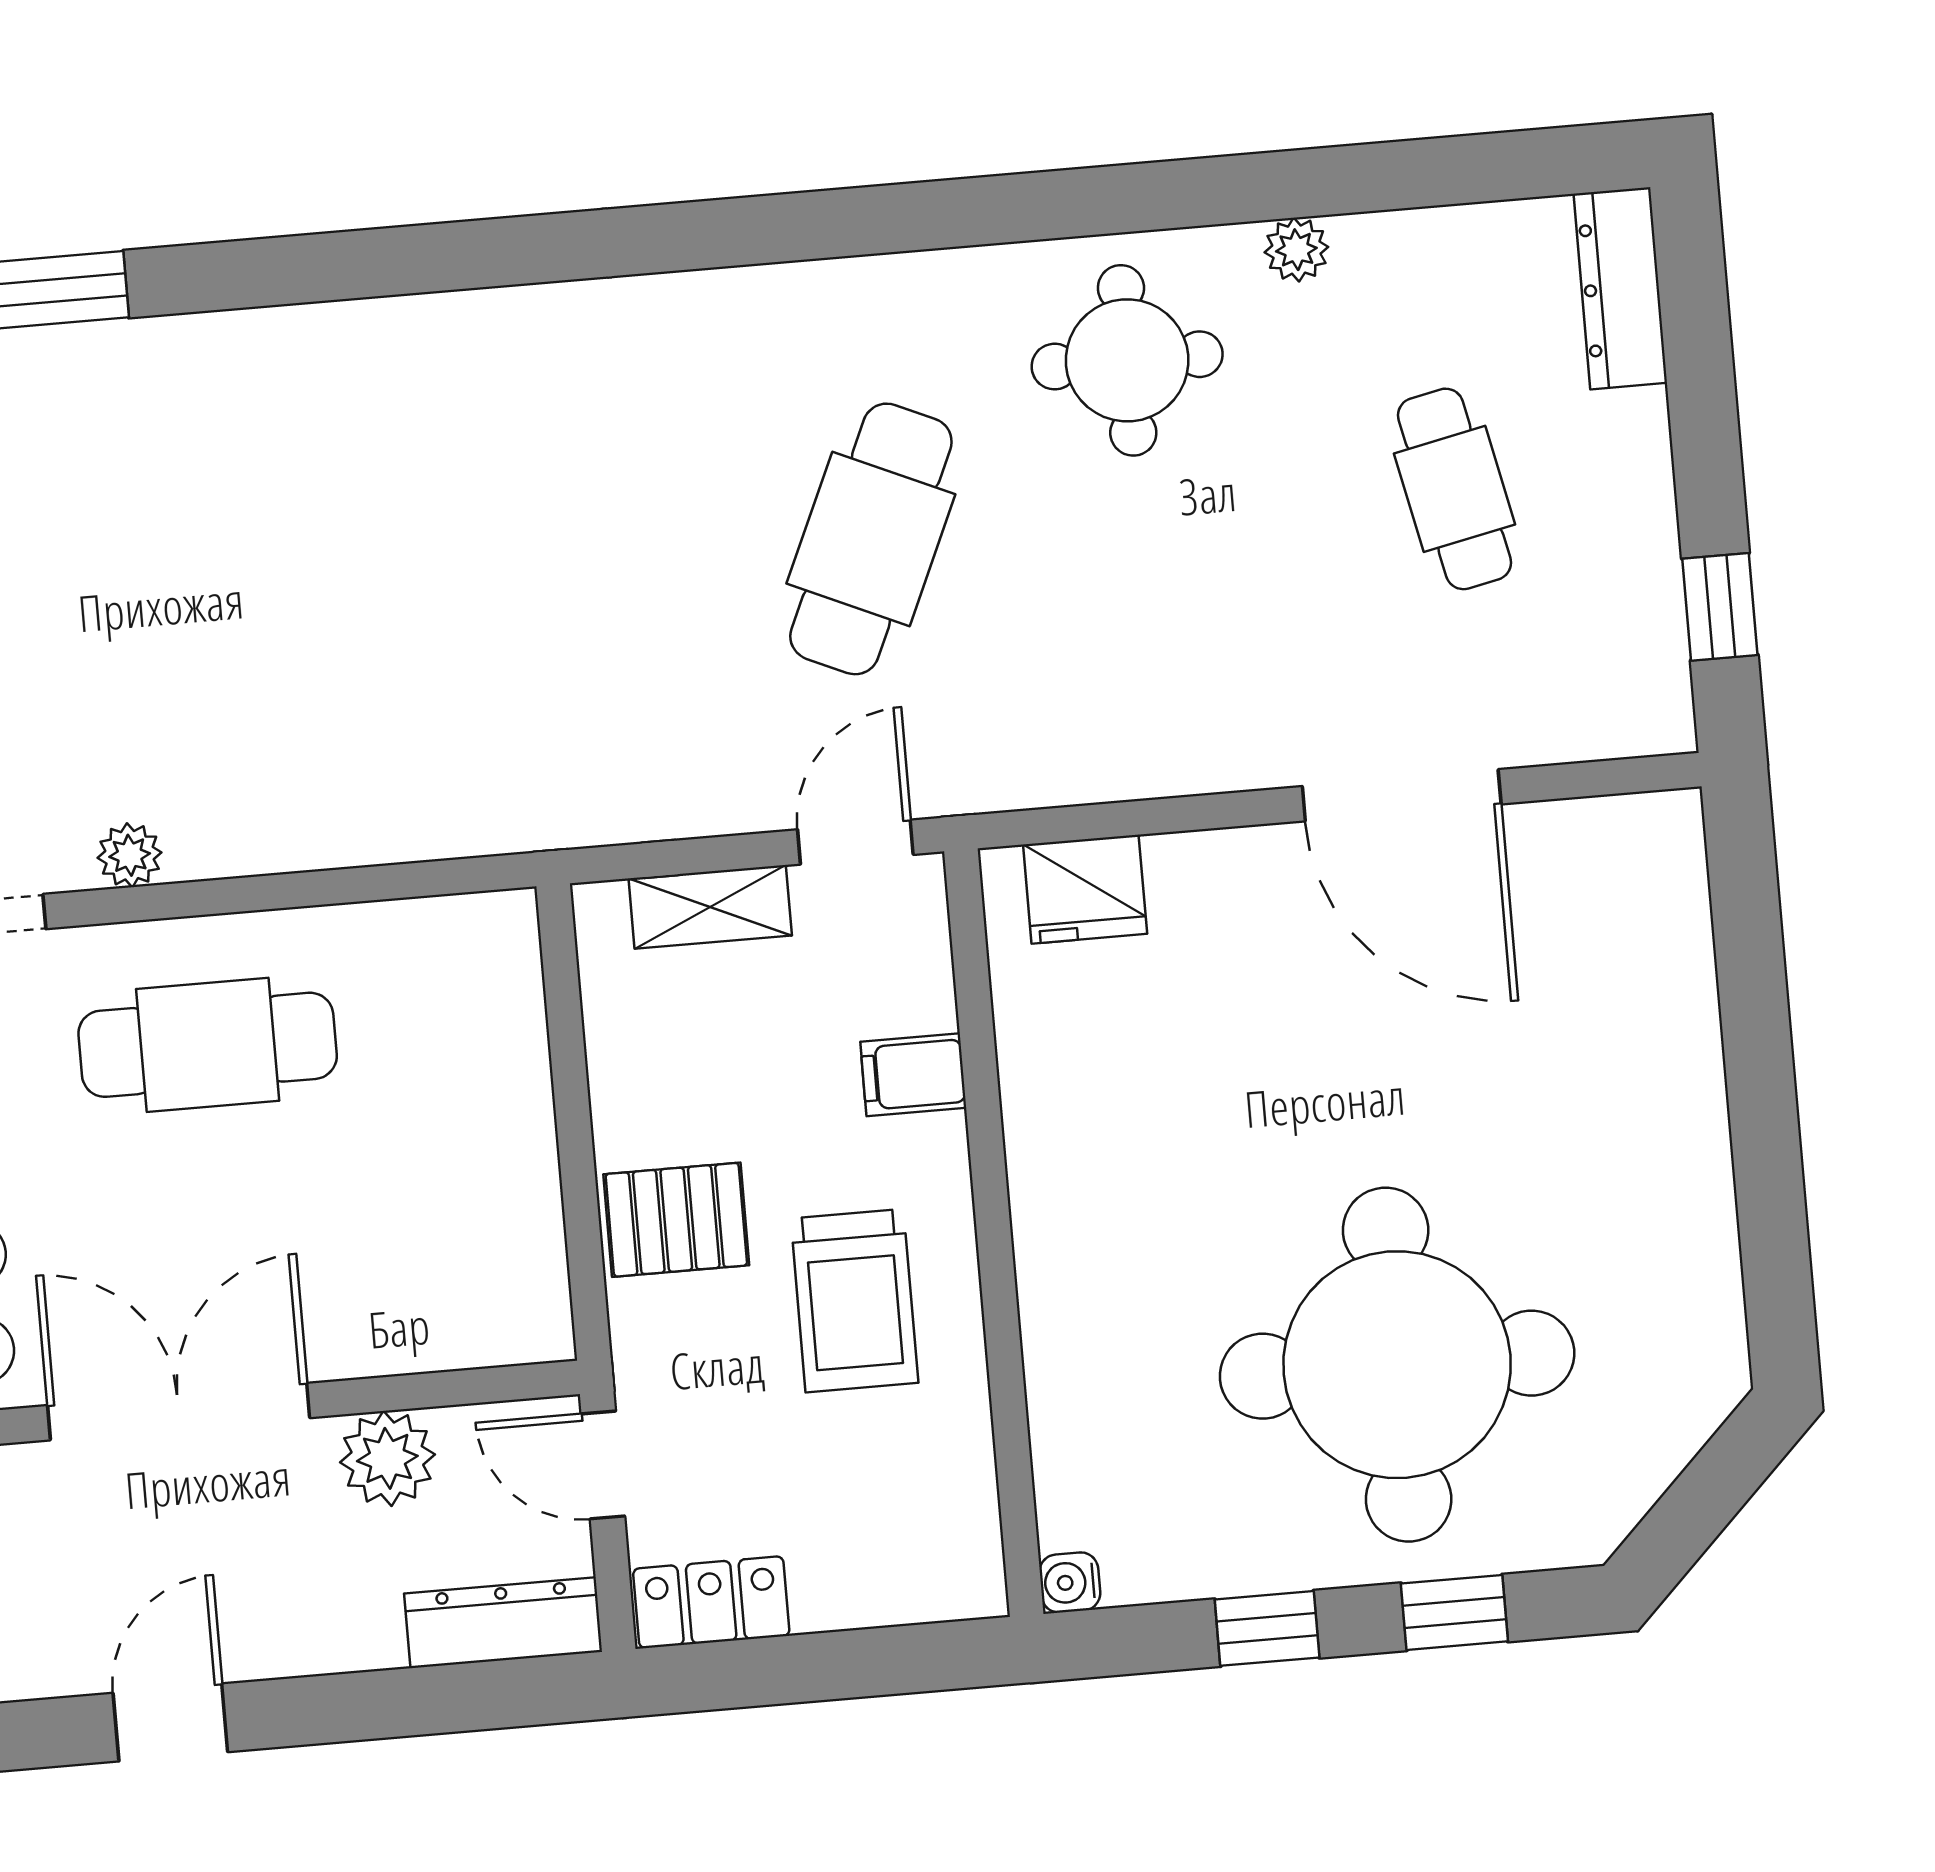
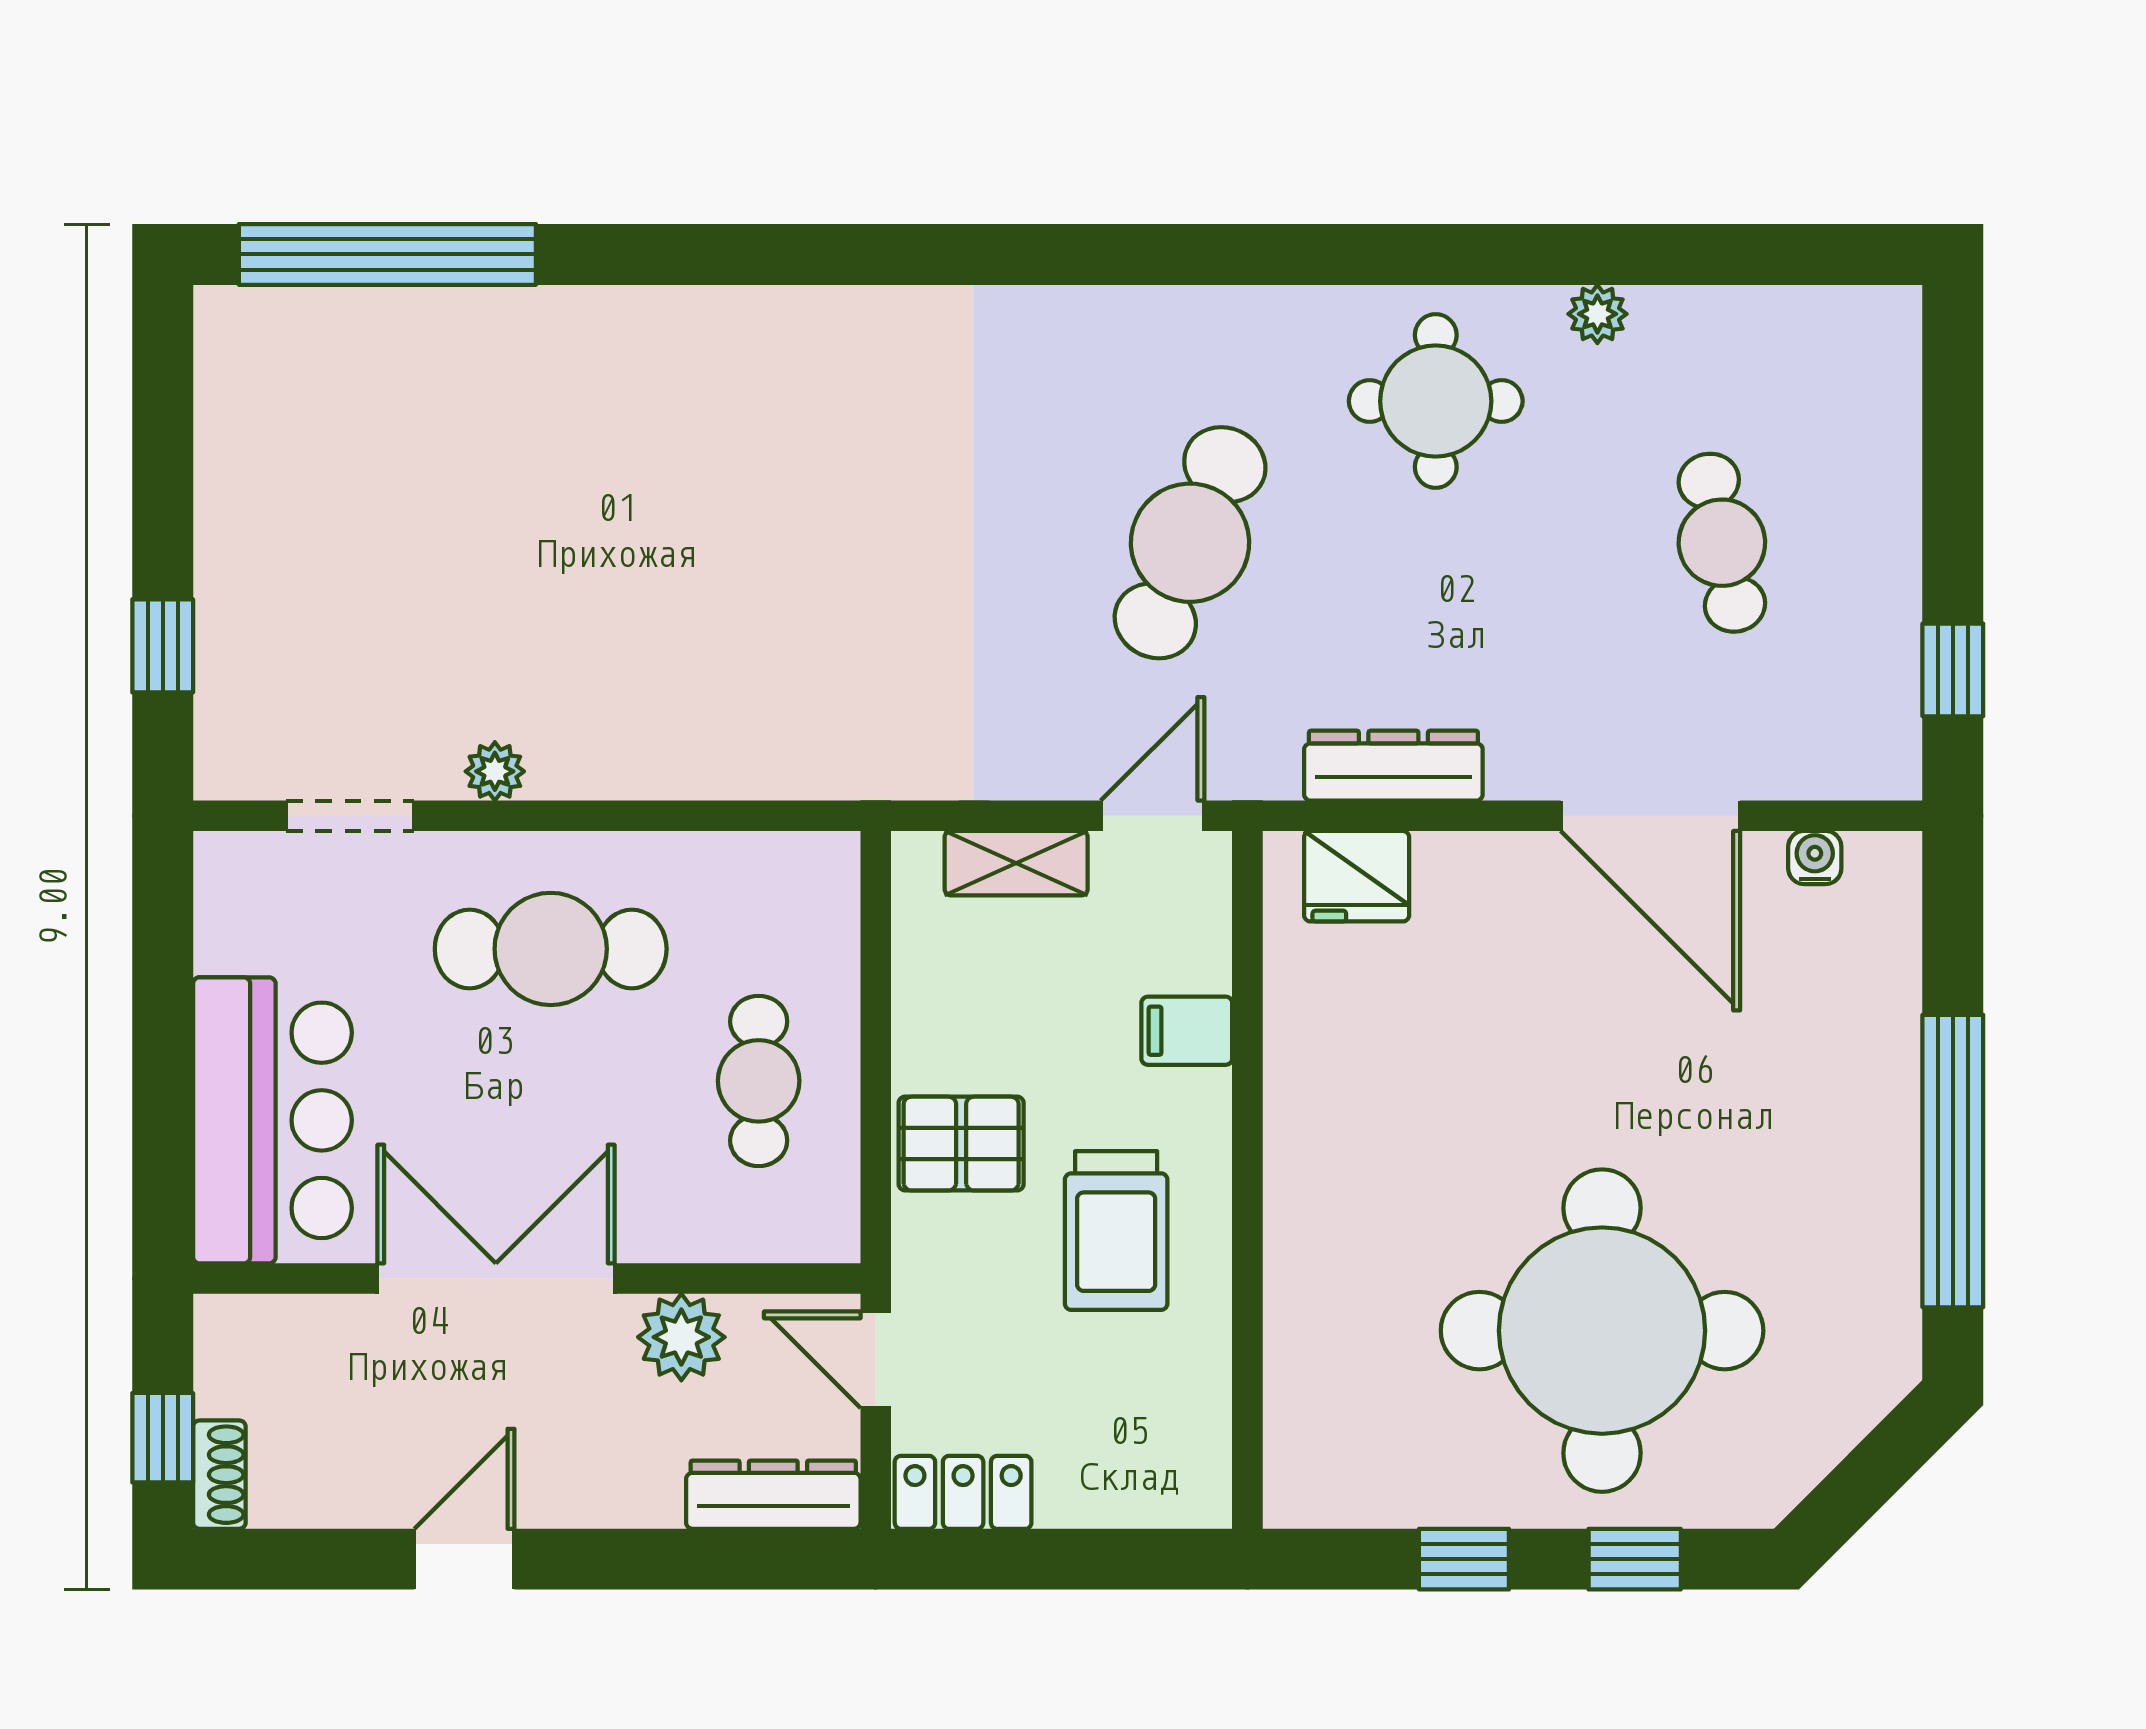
dresser: (1620, 288) -> (1393, 766), moved, turned 90
window: (1766, 1146) -> (1953, 1161), added
cafe table: (448, 1170) -> (759, 1081), added
water cooler: (1070, 1582) -> (1815, 858), moved, turned 90

